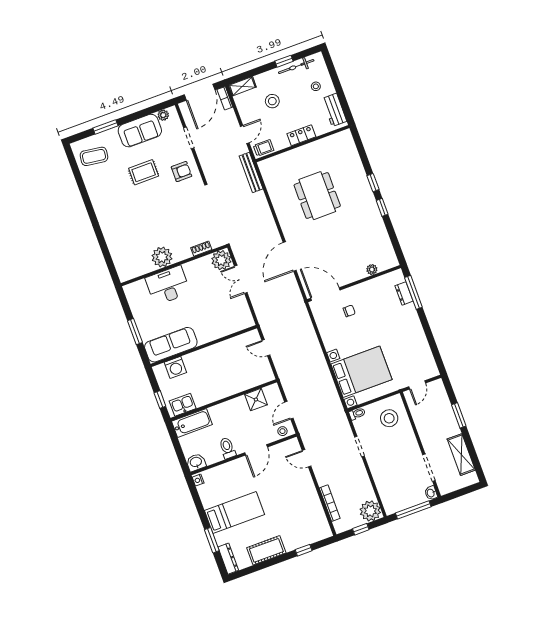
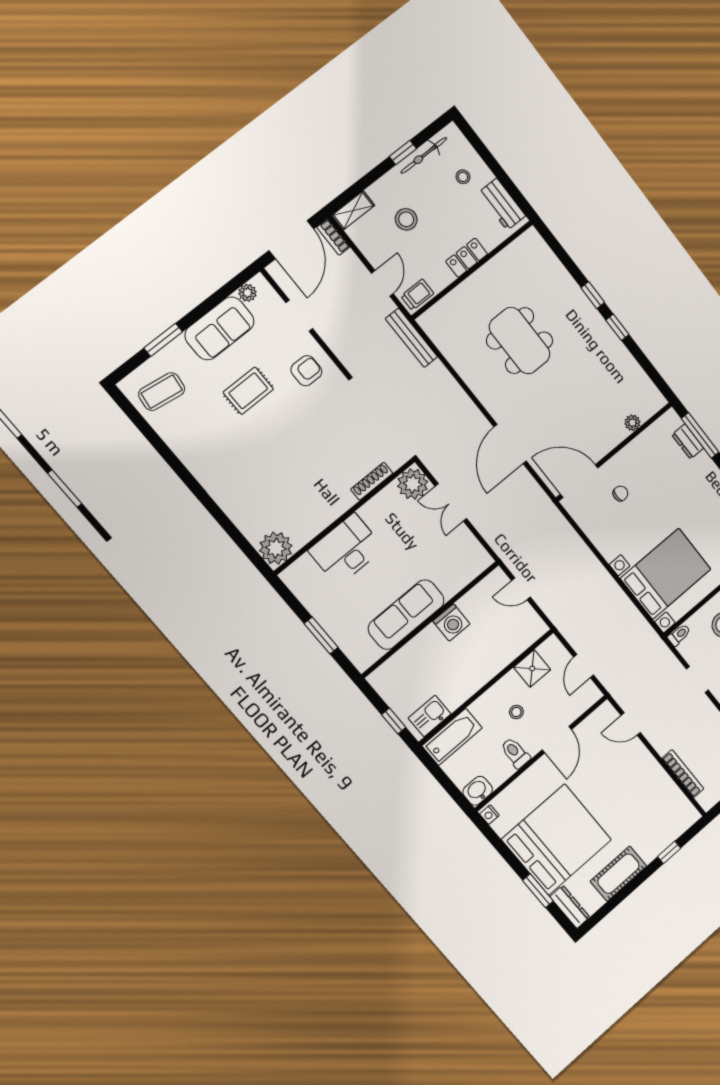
shoe rack: (201, 249) -> (372, 481), width x1.43
plant: (162, 257) -> (276, 548), moved
sofa: (171, 345) -> (406, 615), moved
washing machine: (175, 367) -> (451, 622), moved
stool: (282, 431) -> (516, 712), moved
bed: (234, 513) -> (557, 839), width x2.04

